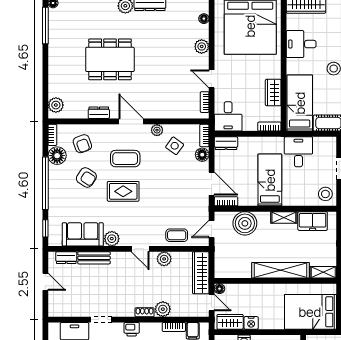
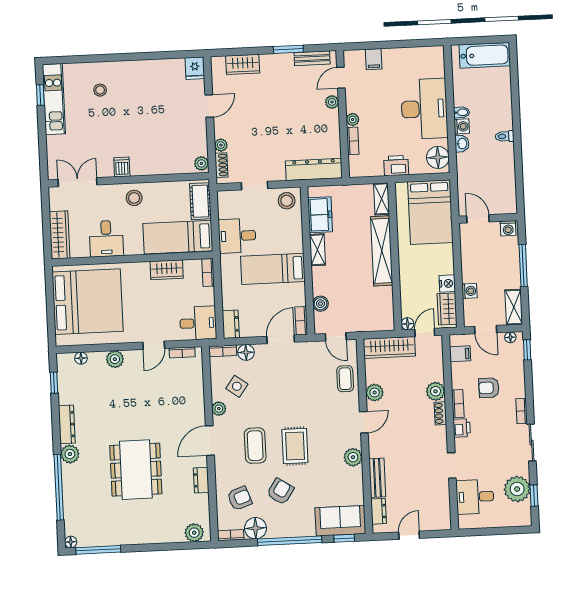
boiler: (245, 223) -> (321, 304), width x0.54, depth x0.54
sofa: (83, 234) -> (340, 521), moved, turned 90
bookcase: (174, 327) -> (458, 404), moved

